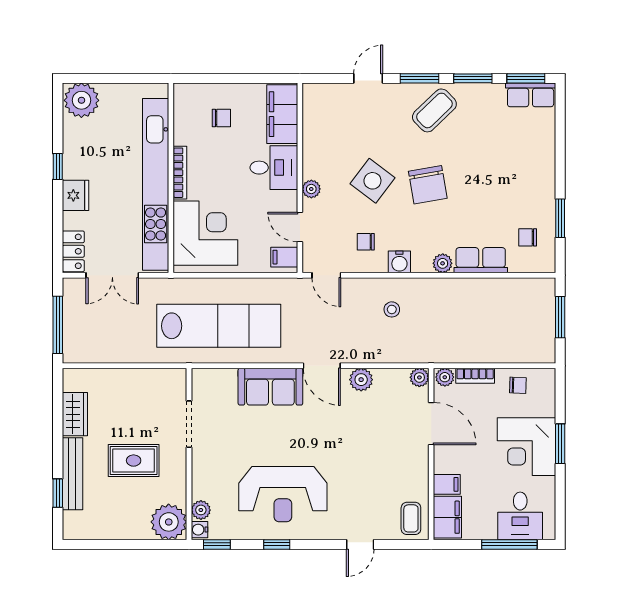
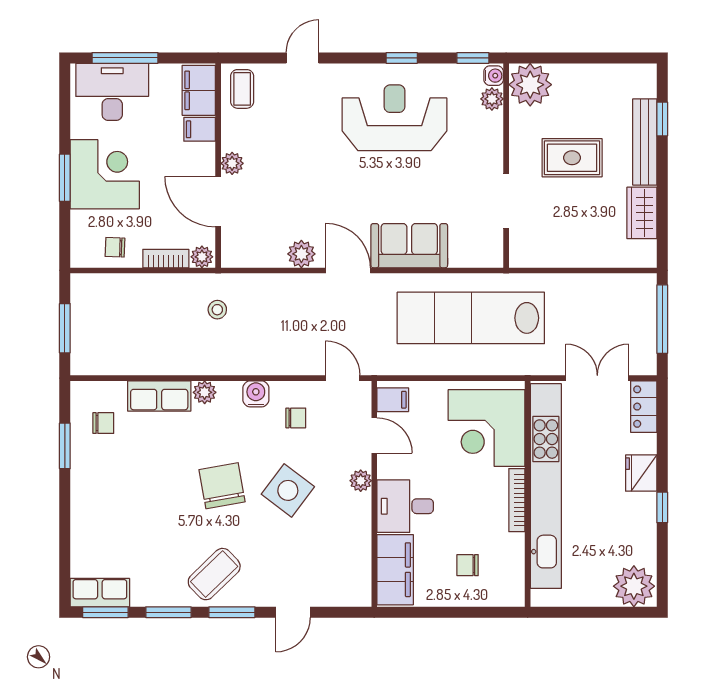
stool: (392, 309) -> (217, 310), moved
plant: (419, 377) -> (232, 163), moved
desk: (520, 516) -> (112, 92), width x1.37

